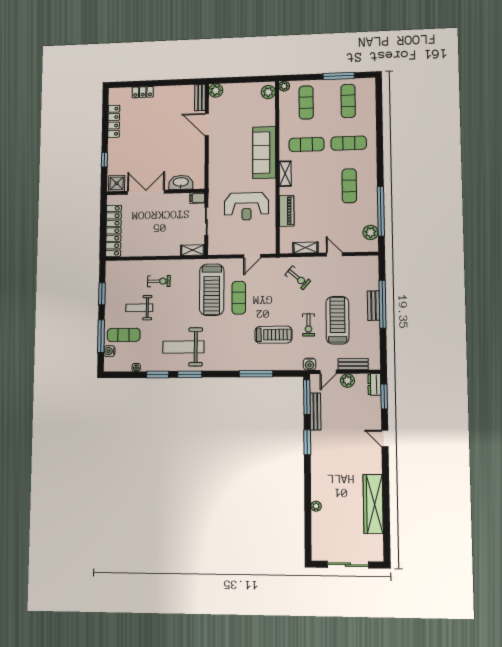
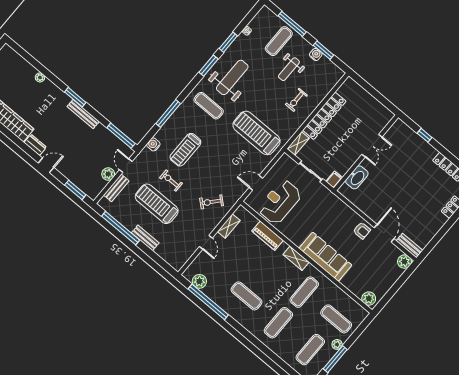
plant: (284, 86) -> (337, 344), moved
exercise mat: (348, 101) -> (310, 350), turned 90
door: (207, 125) -> (384, 233), hinge flipped
armchair: (219, 143) -> (362, 230), added
shower: (117, 183) -> (398, 130), removed
double door: (146, 192) -> (372, 146), width x0.73
reception desk: (246, 206) -> (280, 202), moved
locker: (113, 231) -> (324, 116), moved, turned -90
door: (334, 254) -> (206, 242), hinge flipped
door: (252, 256) -> (256, 183), hinge flipped
exercise mat: (239, 298) -> (209, 106), moved
window: (382, 304) -> (121, 228), moved
weight bench: (139, 308) -> (289, 69), turned 180
treadmill: (338, 320) -> (157, 204), turned 180
water cooler: (109, 351) -> (316, 54), moved
water cooler: (310, 364) -> (153, 144), moved
dresser: (374, 384) -> (35, 145), moved
bench: (315, 411) -> (83, 114), moved
window: (307, 442) -> (75, 97), moved

